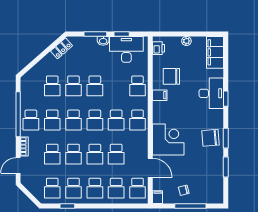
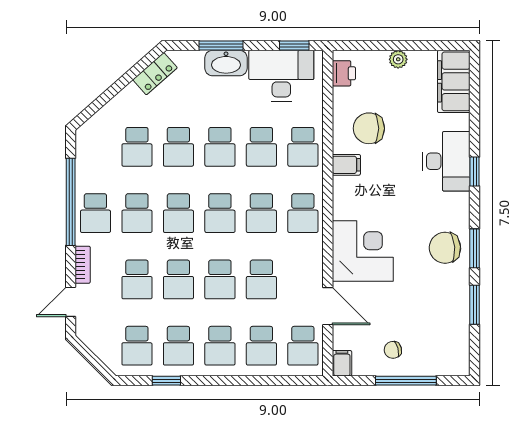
window: (122, 34) -> (294, 46), moved
washbasin: (103, 41) -> (226, 63), width x1.91, depth x1.45
school desk: (116, 86) -> (261, 147), added

